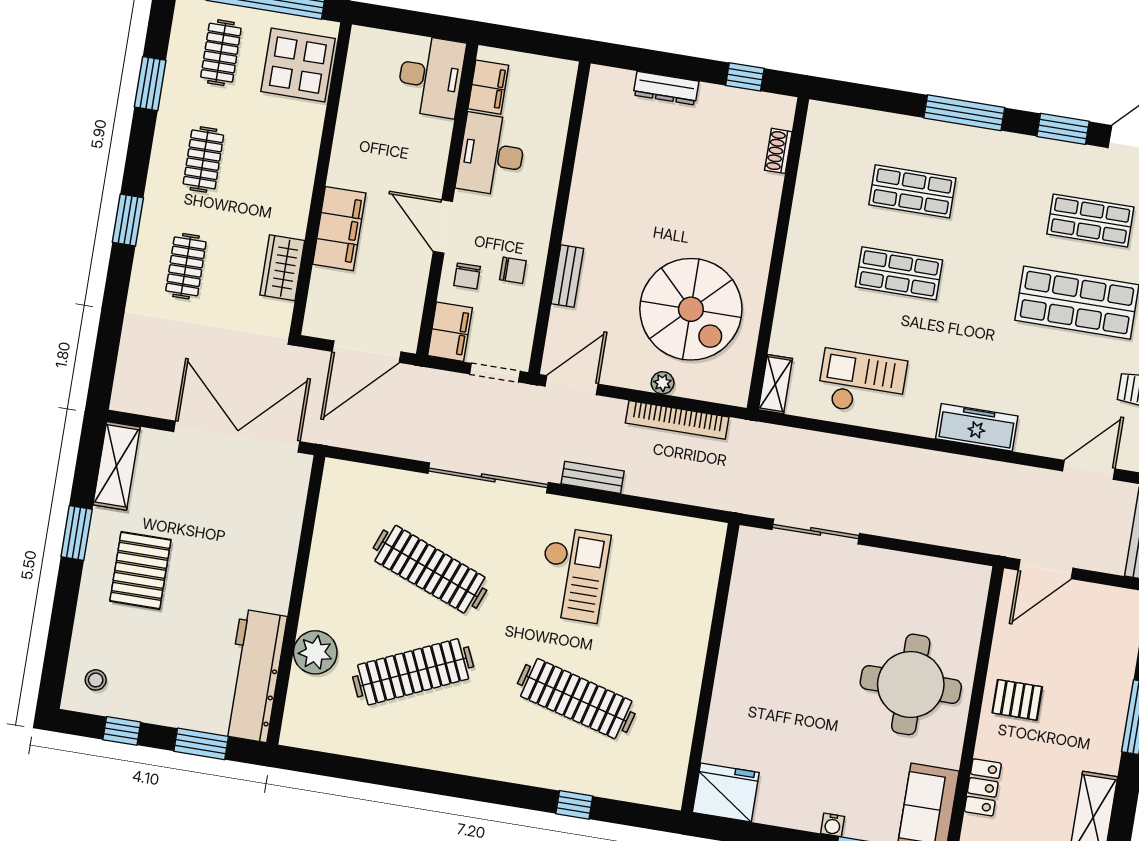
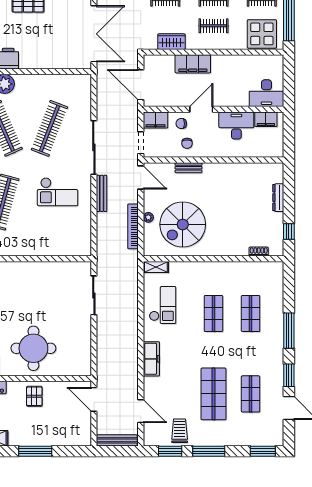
clothes rail: (262, 169) -> (213, 26), added
bench: (593, 477) -> (102, 193), width x1.36

